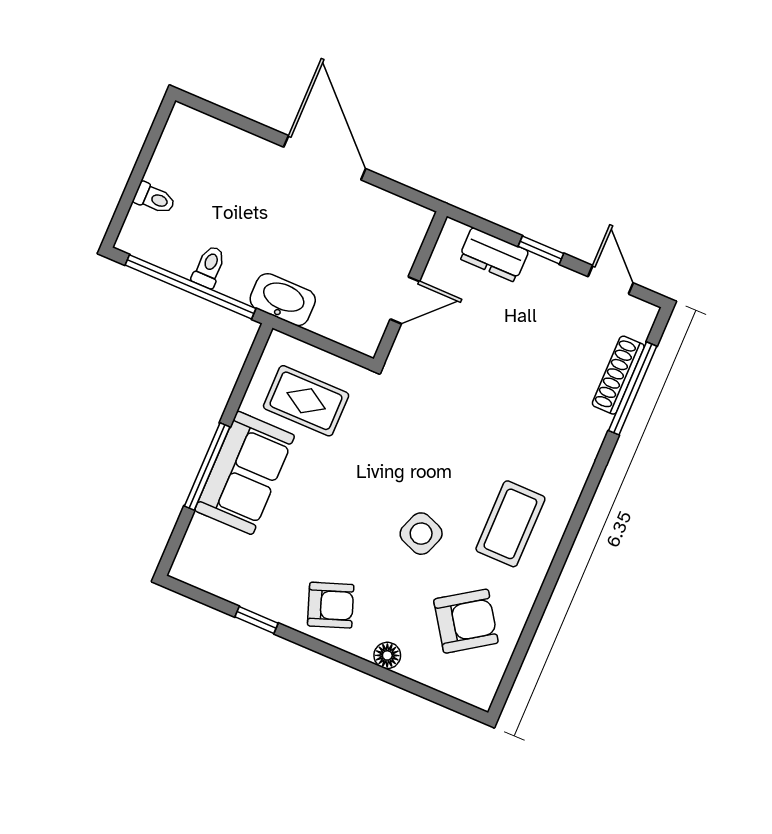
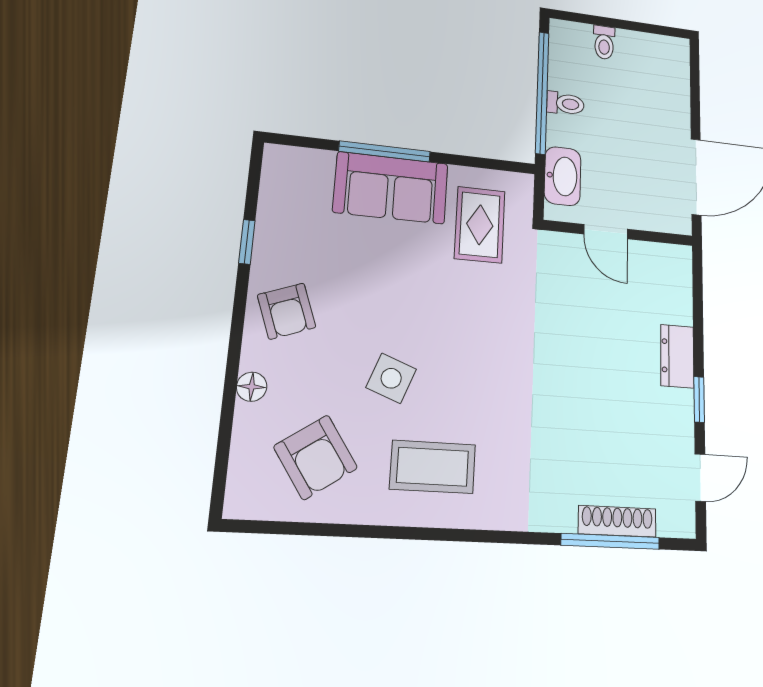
wall: (410, 287) -> (619, 233), moved
door: (405, 300) -> (606, 232), moved

